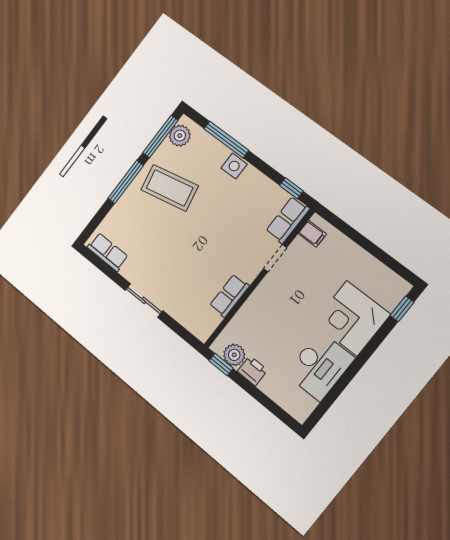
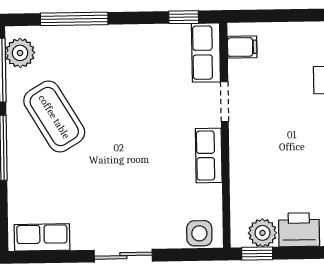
side table: (234, 166) -> (199, 233), moved
coffee table: (170, 188) -> (54, 117), turned 71
row of seats: (229, 296) -> (209, 155), moved
printer: (253, 371) -> (299, 230), width x1.36, depth x1.24

